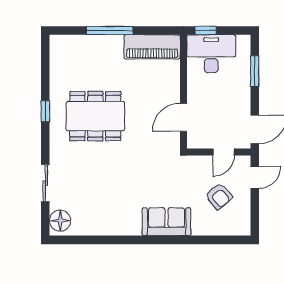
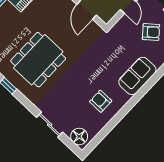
armchair: (111, 210) -> (101, 101), added

